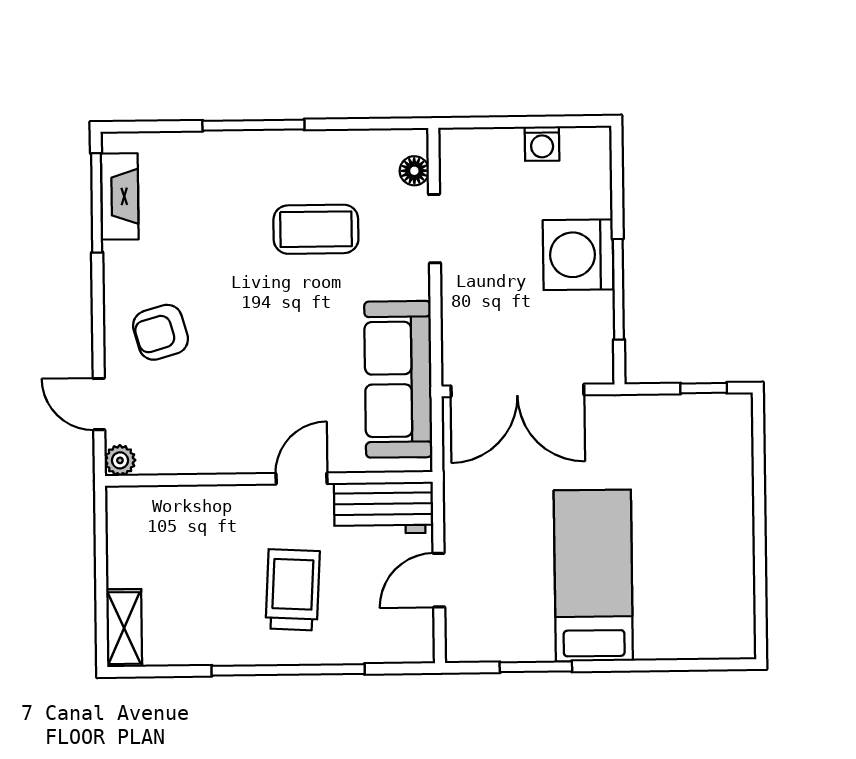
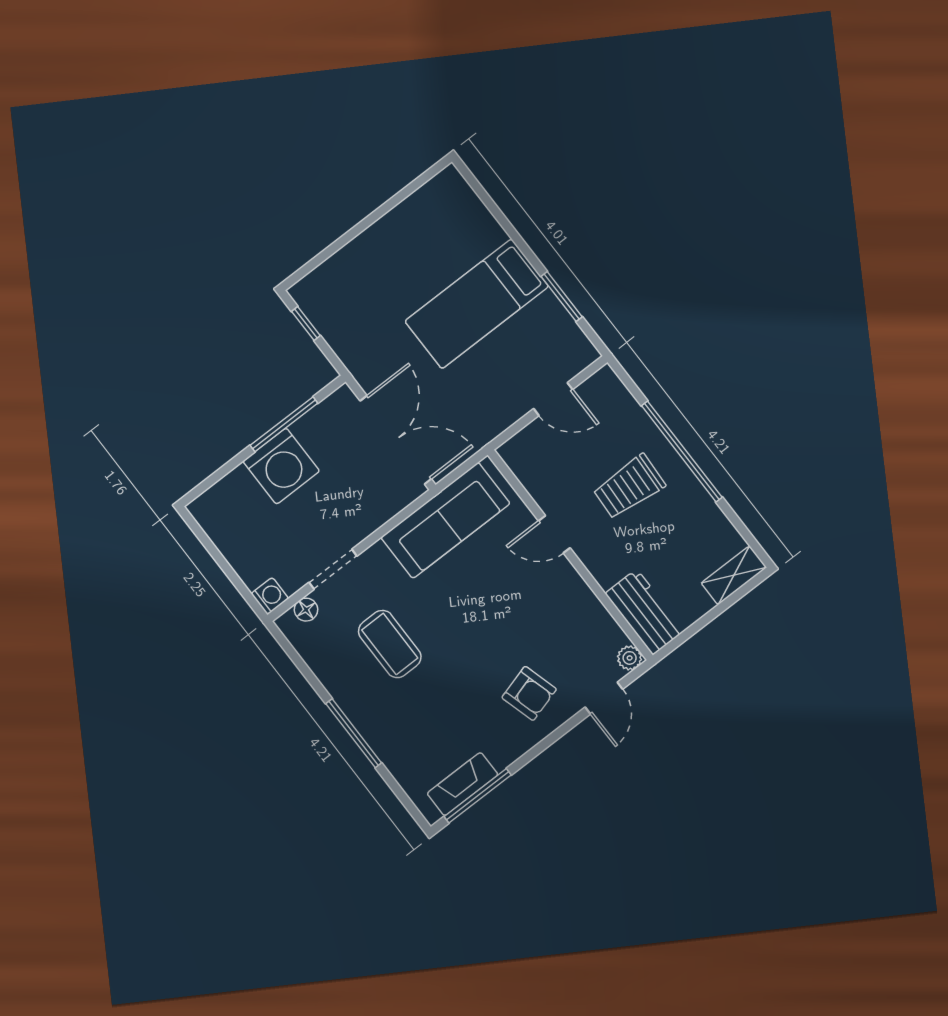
washing machine: (542, 144) -> (270, 596), moved
workbench: (384, 508) -> (645, 612), moved

